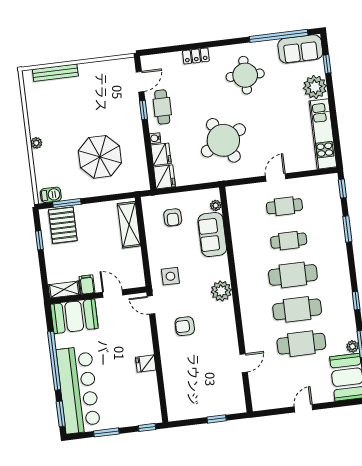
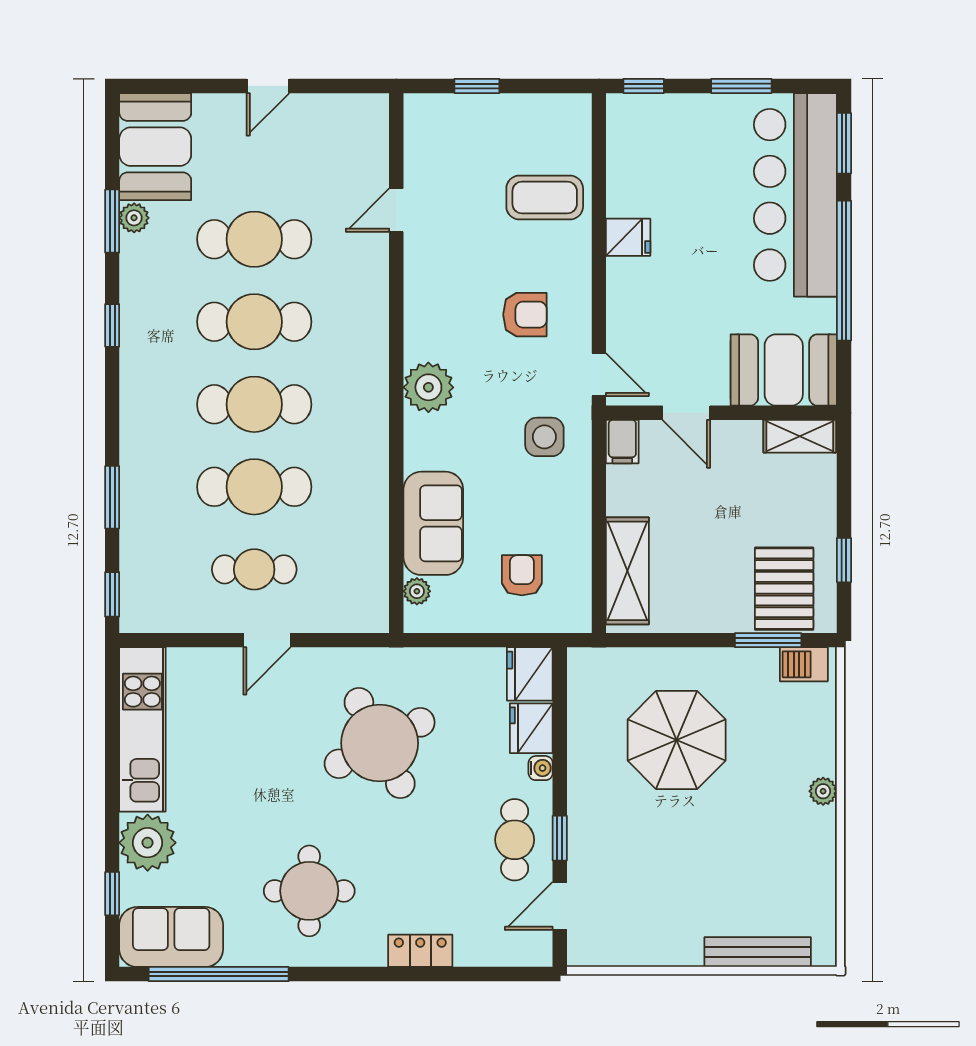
cafe table: (289, 241) -> (254, 487), width x1.37, depth x1.35
filing cabinet: (87, 284) -> (622, 442), moved
coffee table: (183, 376) -> (545, 197), added

